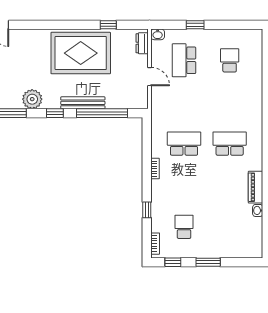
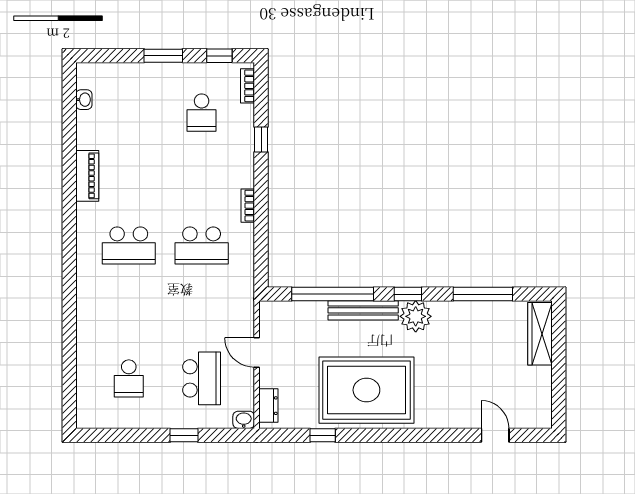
plant: (32, 99) -> (416, 316), moved
washbasin: (258, 210) -> (84, 100), moved

